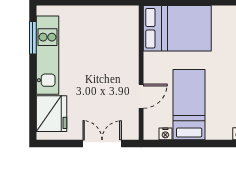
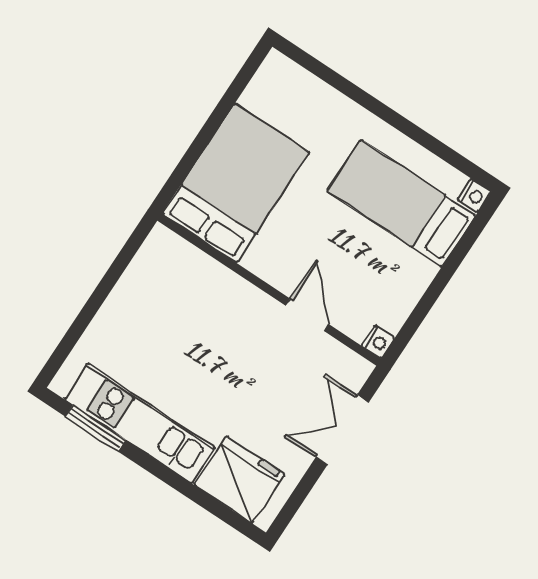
bed: (189, 105) -> (401, 203), moved
nightstand: (165, 134) -> (378, 342), moved

